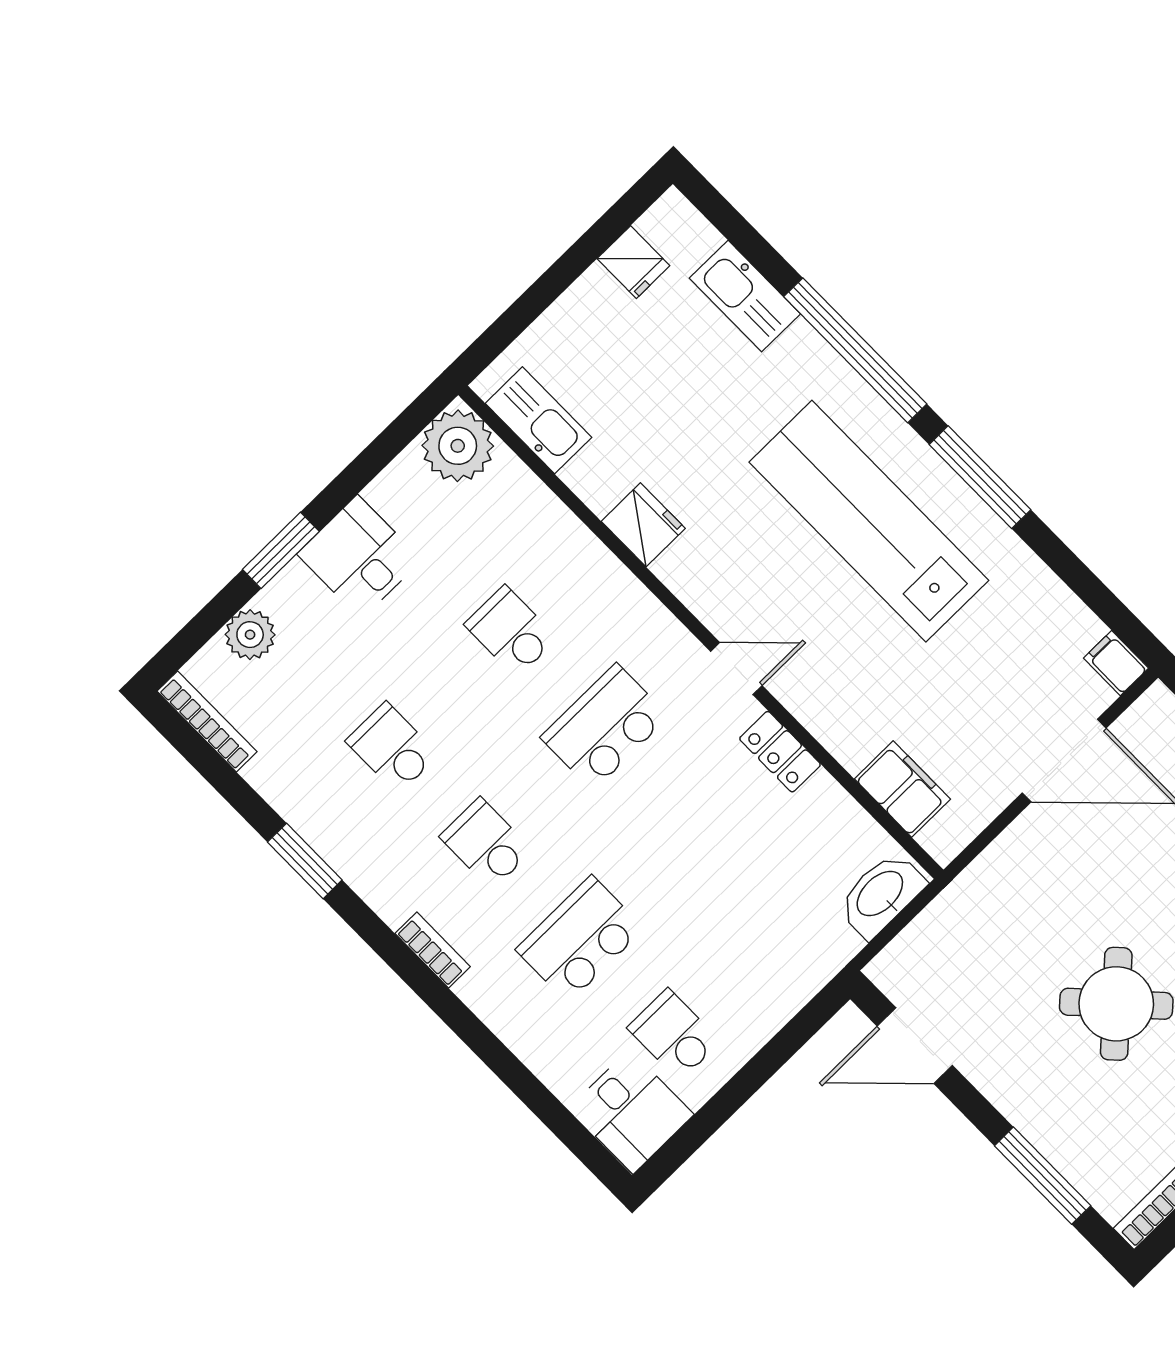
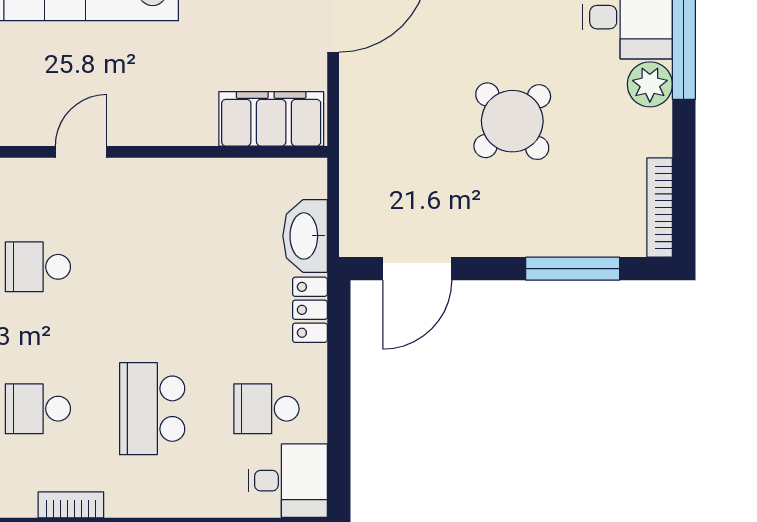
school desk: (605, 727) -> (38, 267), width x0.54
locker: (780, 752) -> (310, 310), moved, turned 90
filing cabinet: (902, 789) -> (271, 119), width x1.50, depth x1.17
washbasin: (881, 895) -> (305, 236), moved

